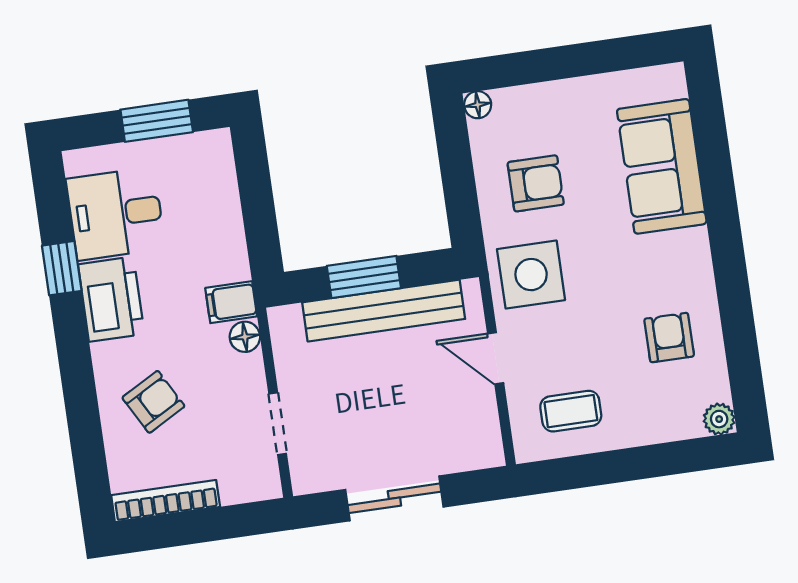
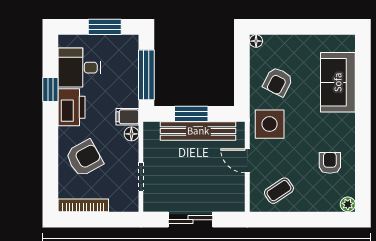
armchair: (536, 183) -> (278, 82), turned 117
window: (258, 209) -> (146, 75), added
armchair: (153, 402) -> (84, 158), width x1.38, depth x1.38
coffee table: (571, 411) -> (279, 191), turned -34

